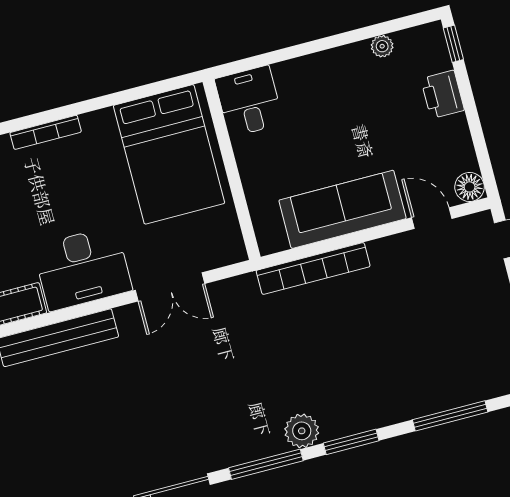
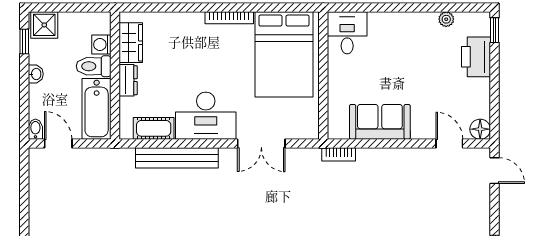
printer: (443, 94) -> (476, 57), width x1.37, depth x1.19
bookcase: (46, 132) -> (229, 18), moved
sofa: (342, 209) -> (380, 122), width x0.73
bookcase: (313, 269) -> (339, 154), width x0.43, depth x0.76

